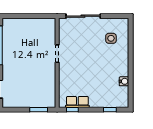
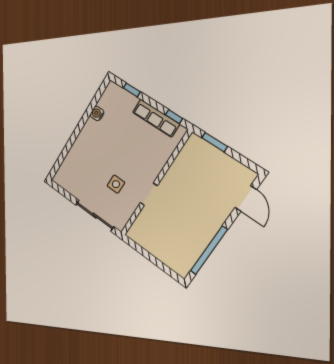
side table: (111, 38) -> (116, 184), moved
row of seats: (77, 102) -> (156, 118), width x1.48

